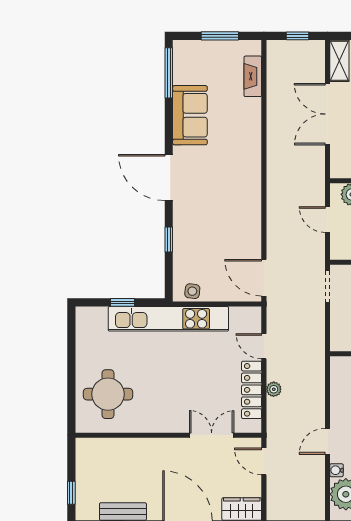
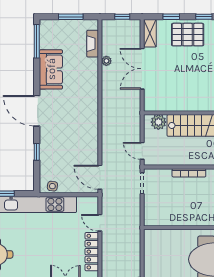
door: (328, 220) -> (142, 151), moved
plant: (274, 389) -> (106, 61), moved

